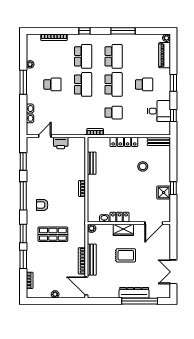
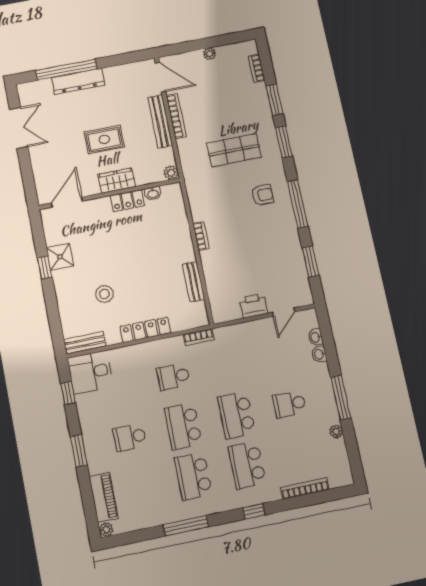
desk: (159, 111) -> (90, 372), moved

